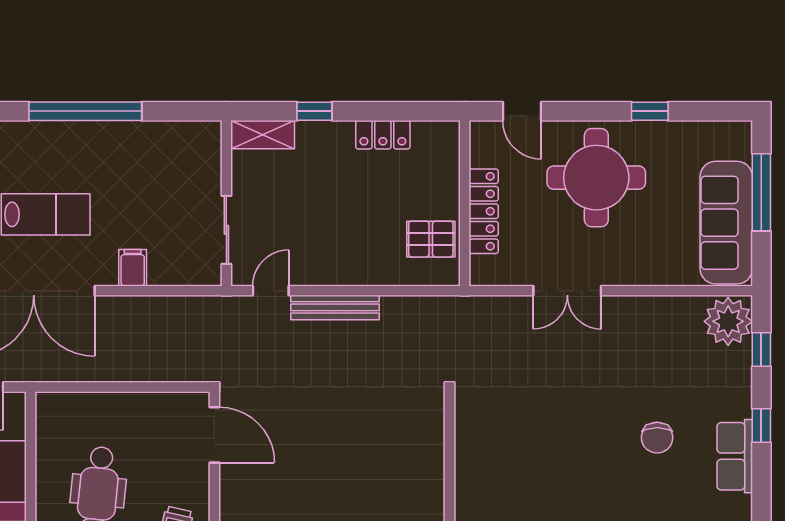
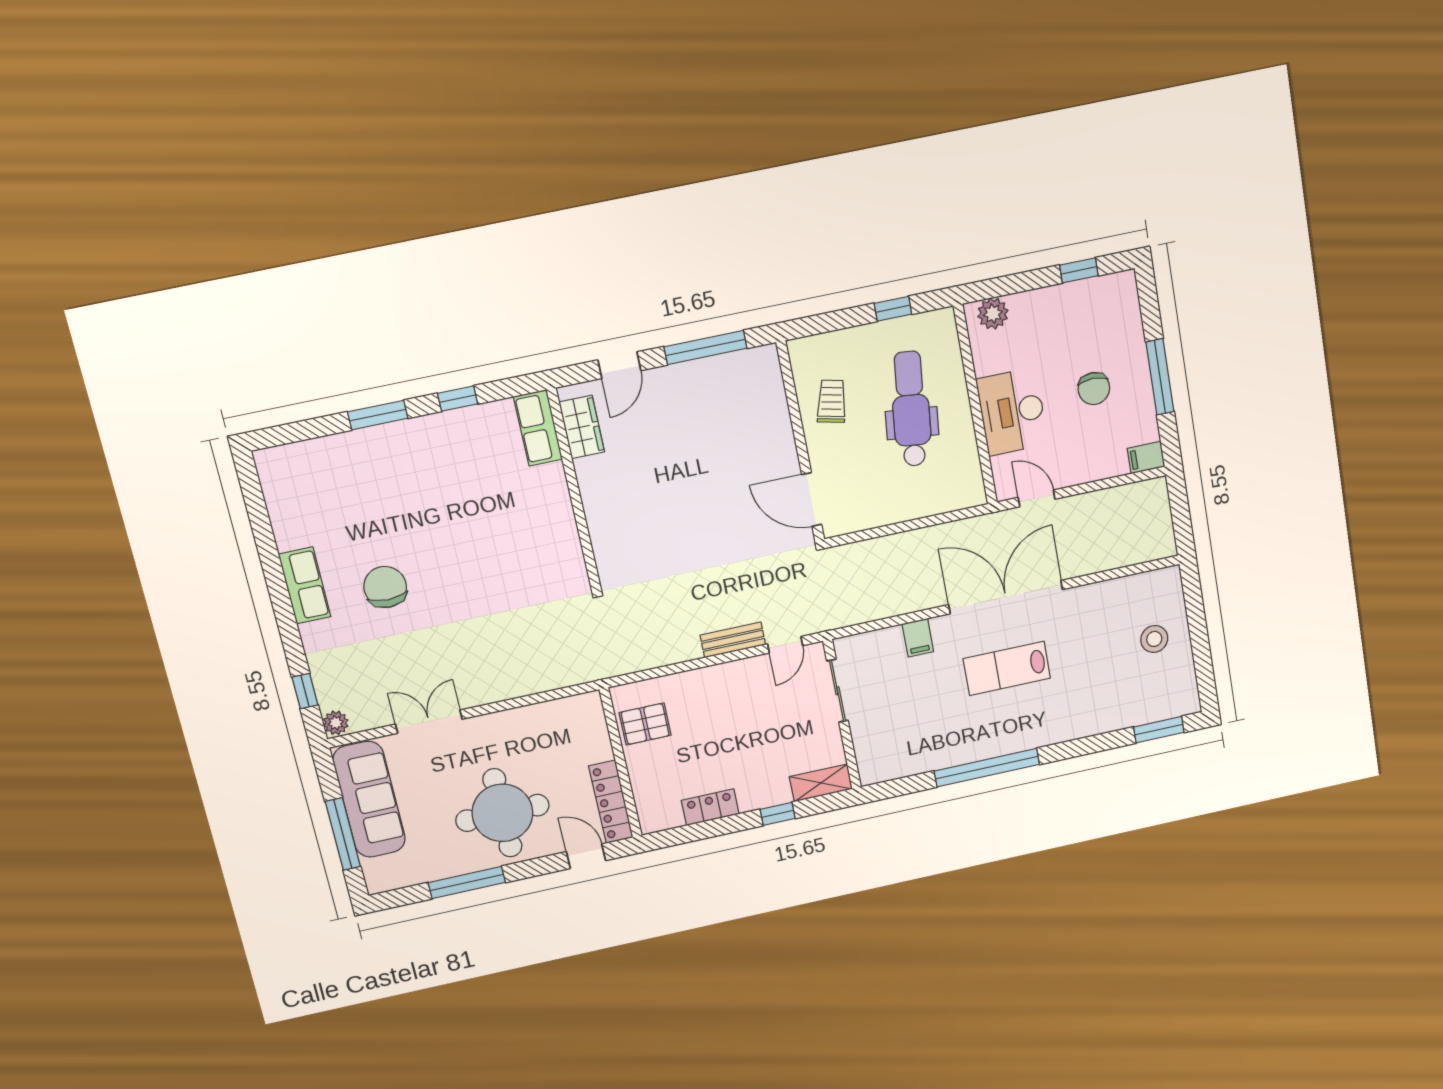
window: (650, 111) -> (467, 883), width x2.17
locker: (484, 211) -> (611, 802), moved
double door: (567, 291) -> (429, 722), moved
bench: (335, 307) -> (733, 640), width x0.73
plant: (728, 321) -> (336, 723), width x0.53, depth x0.53
window: (761, 425) -> (286, 620), removed
chair: (657, 438) -> (385, 587), width x1.37, depth x1.37

